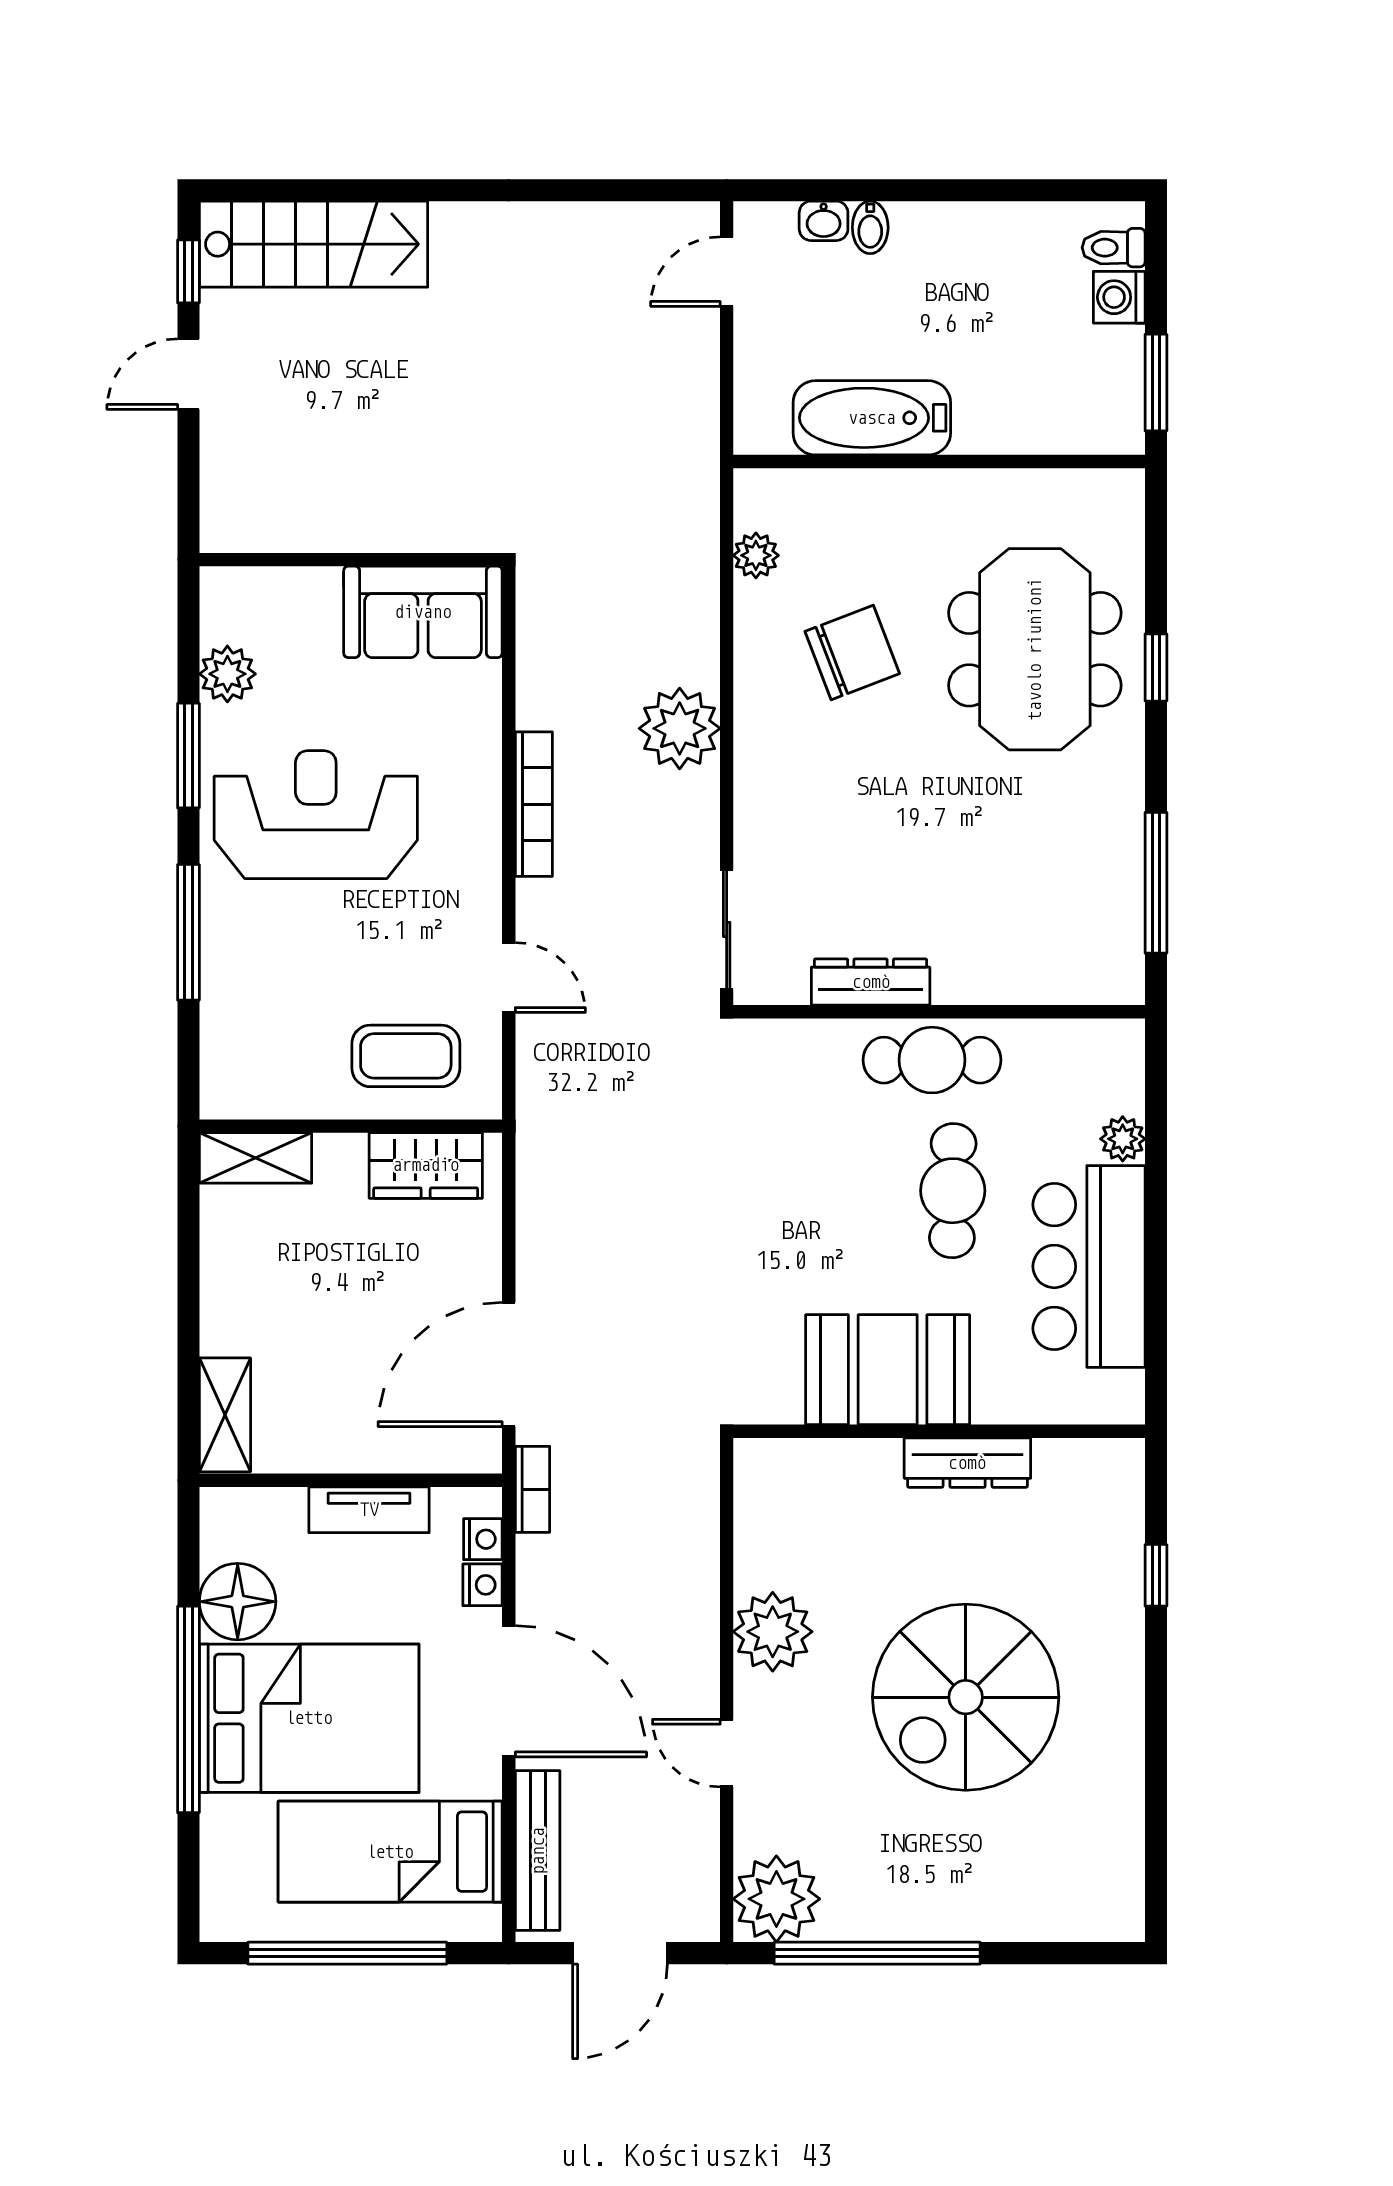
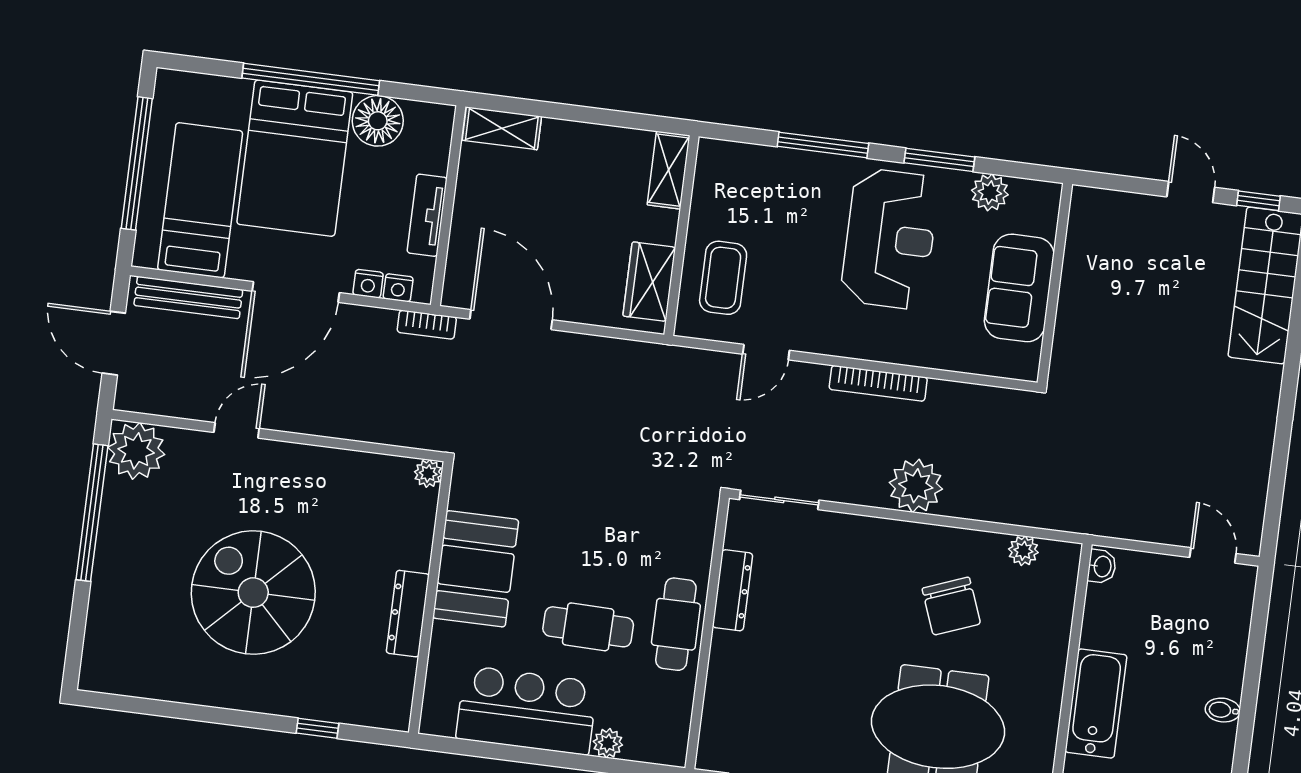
washbasin: (824, 221) -> (1102, 566), moved, turned 180
bidet: (870, 227) -> (1223, 710), moved
bathtub: (872, 418) -> (1096, 703), moved
sofa: (423, 612) -> (1019, 288), moved
plant: (773, 1632) -> (428, 473), moved, width x0.53, depth x0.53

